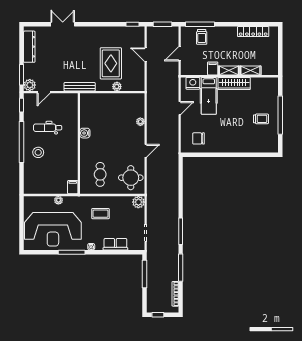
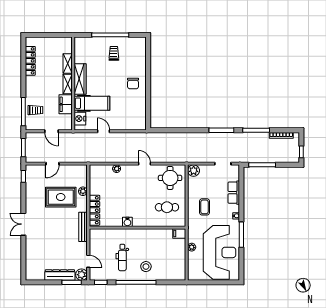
double door: (63, 24) -> (23, 224), moved
dresser: (29, 47) -> (60, 275), moved
filing cabinet: (213, 68) -> (66, 104), width x2.00
locker: (97, 99) -> (94, 210), added
chair: (199, 138) -> (133, 83), moved

